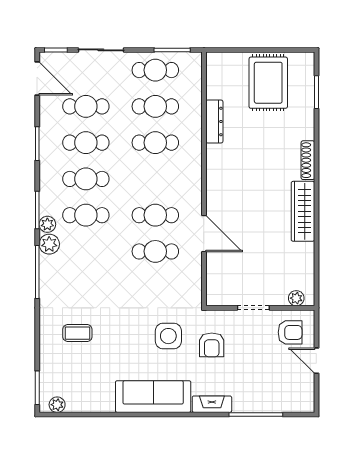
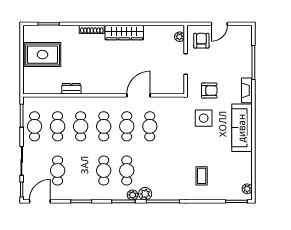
dresser: (214, 122) -> (71, 89), width x0.70
cafe table: (86, 143) -> (104, 126), moved

